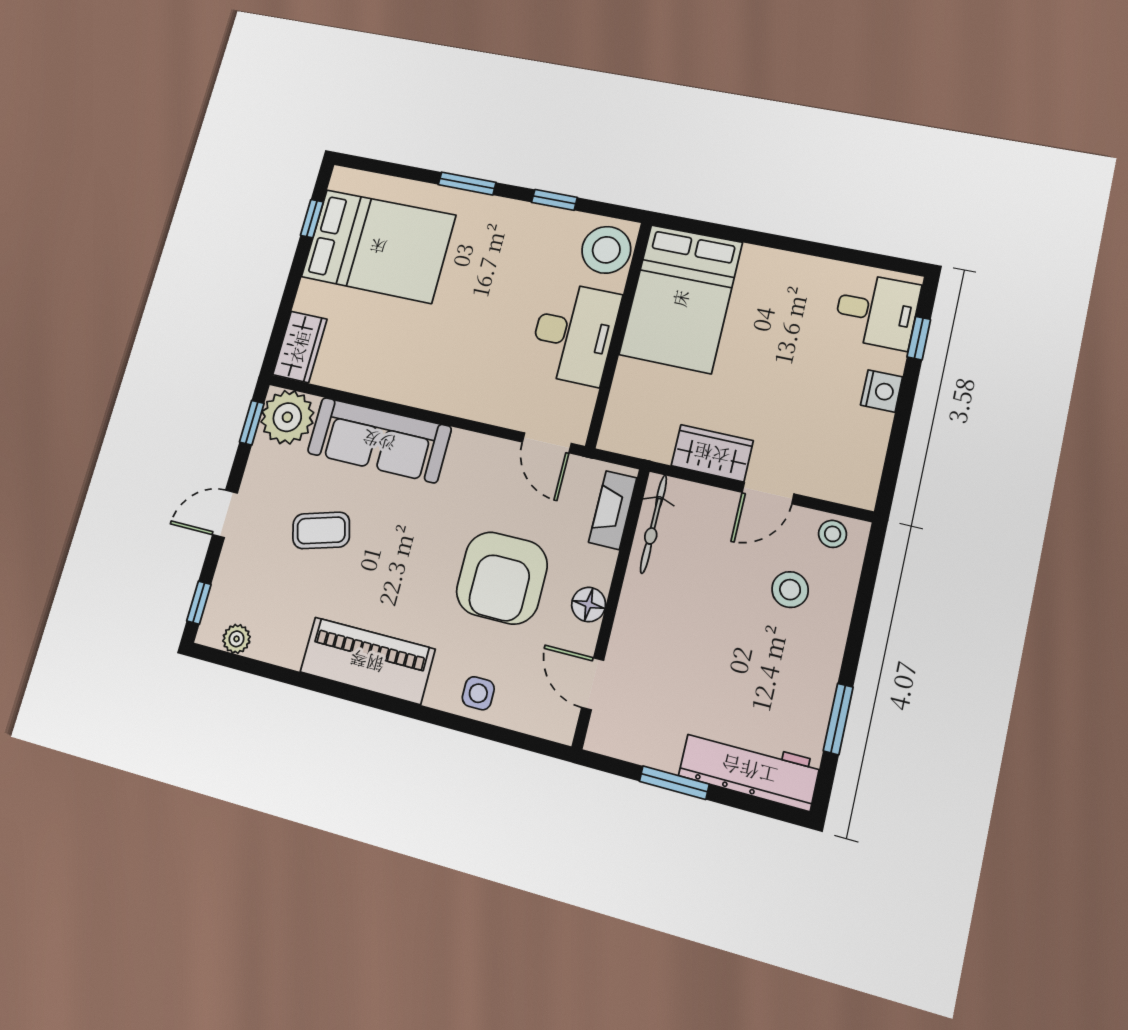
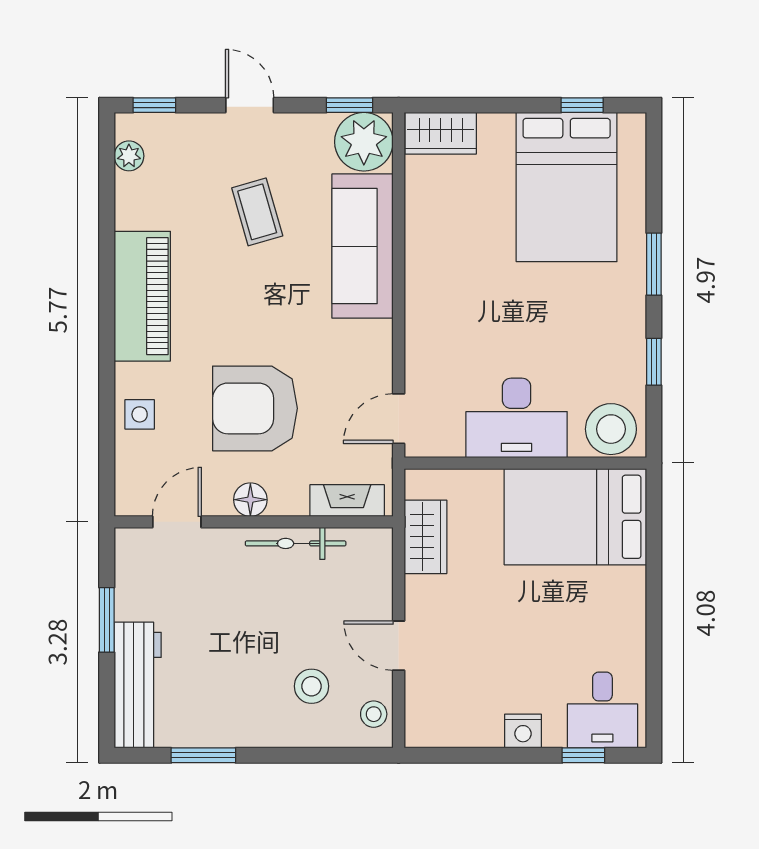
wardrobe: (712, 453) -> (425, 537), moved
bicycle: (654, 524) -> (296, 543), moved

